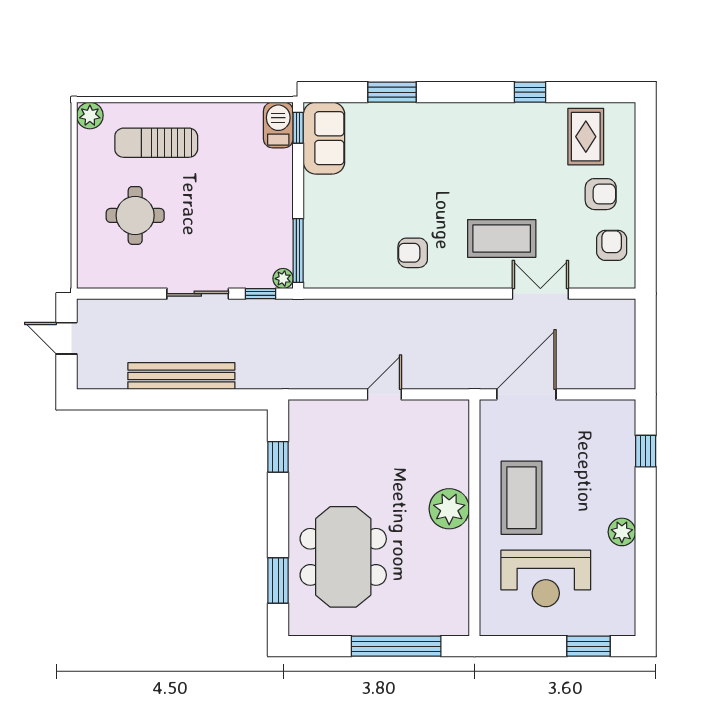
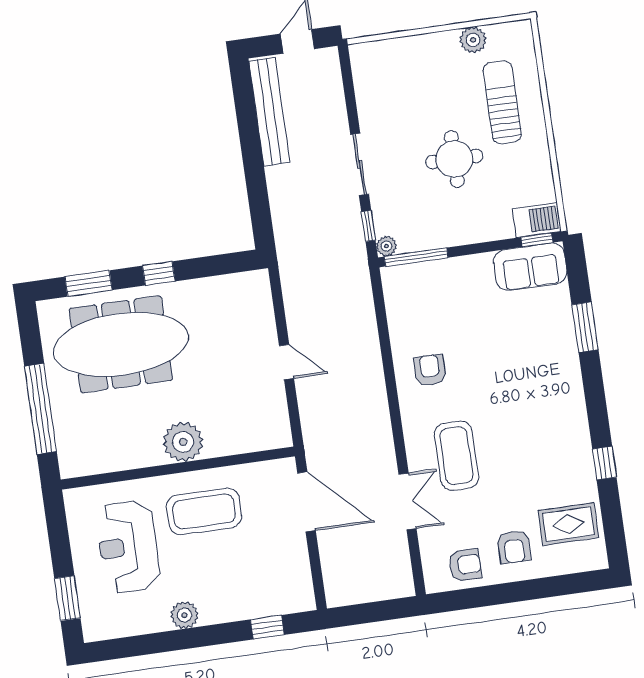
plant: (90, 116) -> (473, 40), moved
round table: (135, 215) -> (454, 159), moved
bench: (181, 376) -> (269, 112), moved
window: (278, 457) -> (159, 273), moved
meeting table: (343, 557) -> (121, 344), width x1.36

